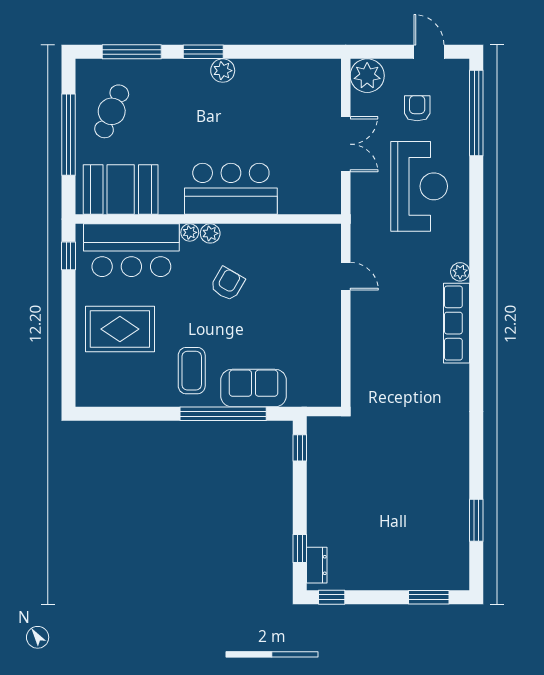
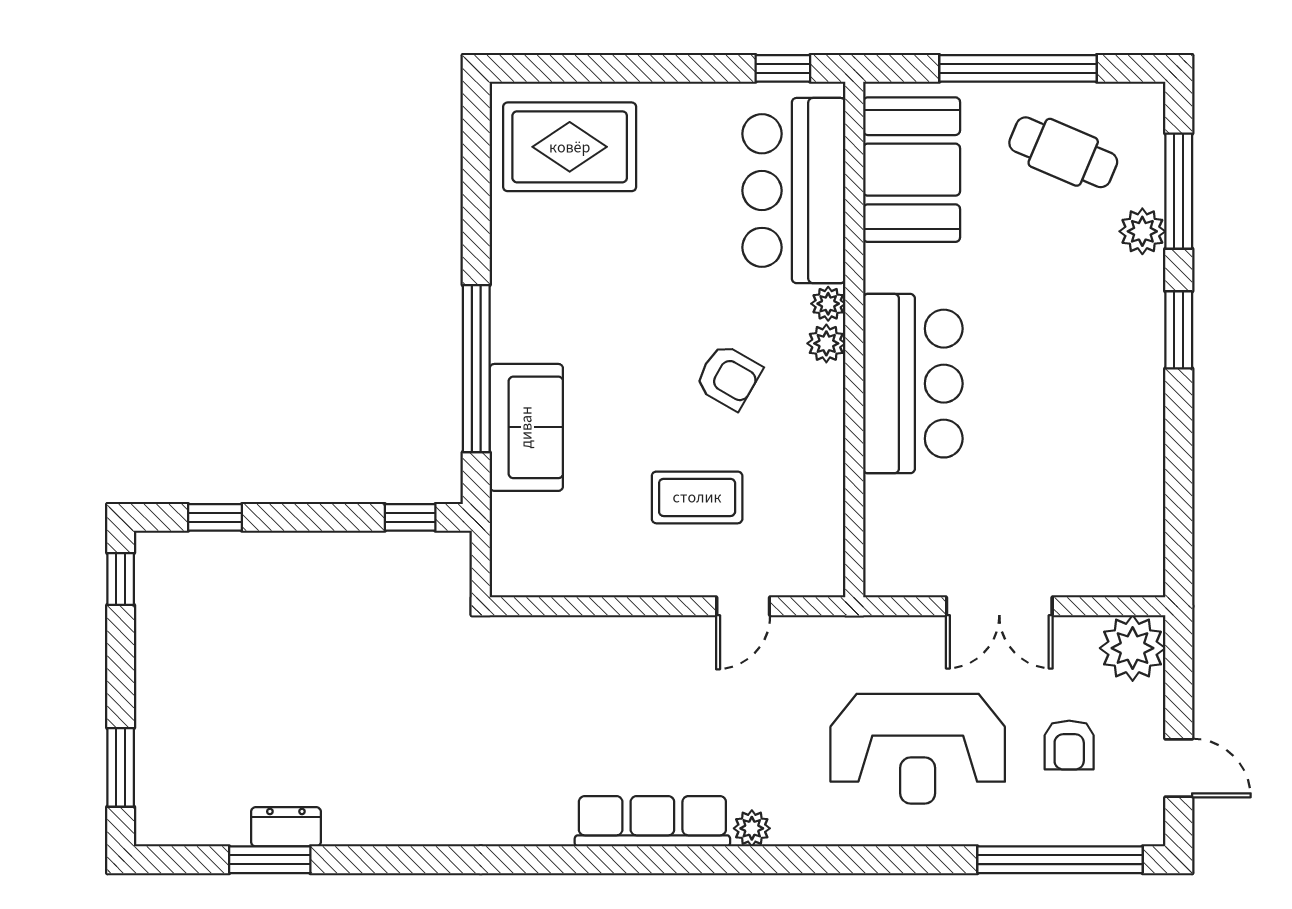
door: (429, 52) -> (1179, 768), hinge flipped
plant: (223, 71) -> (1142, 231), moved
armchair: (417, 108) -> (1069, 745), turned 90
rug: (120, 329) -> (570, 147), moved, turned 90
coffee table: (192, 371) -> (697, 497), moved
dresser: (317, 565) -> (286, 827), moved, turned 180

